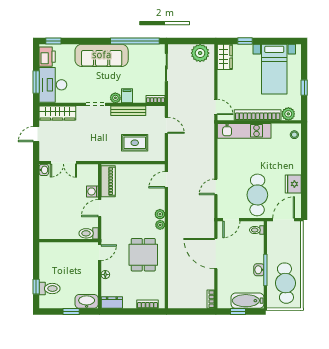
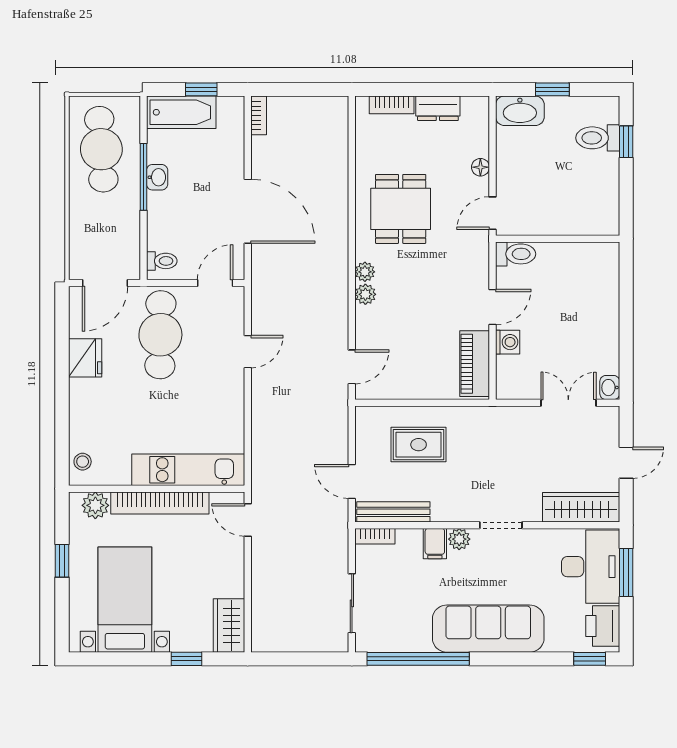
plant: (200, 53) -> (281, 633), removed
bench: (128, 111) -> (393, 512), moved
dresser: (112, 303) -> (438, 108), moved

